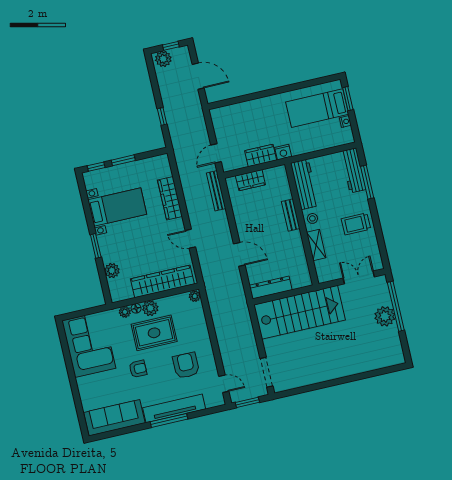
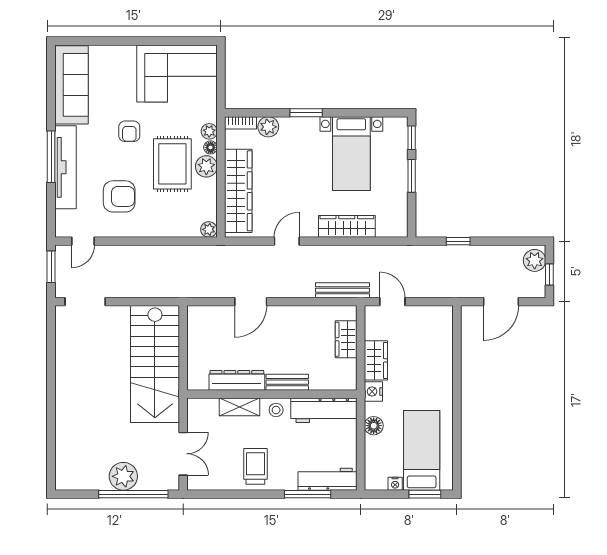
floor lamp: (308, 146) -> (374, 426), added
dresser: (271, 288) -> (237, 380), moved, turned -90
bookcase: (114, 291) -> (241, 123), added

